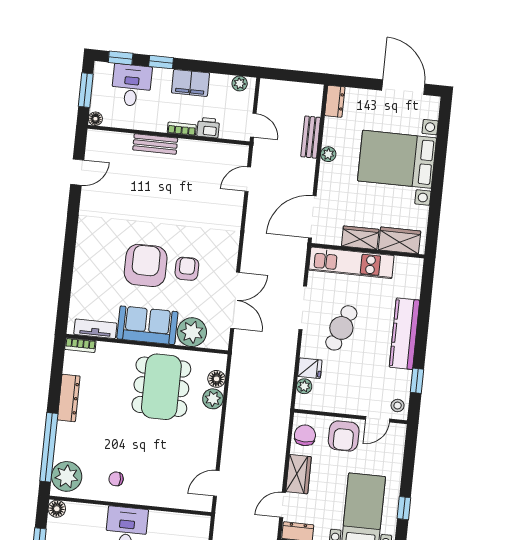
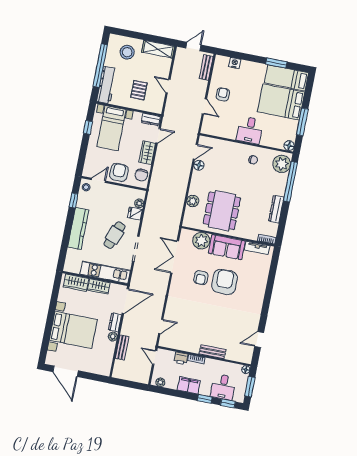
dresser: (335, 101) -> (115, 322), moved
armchair: (146, 265) -> (225, 282), turned 180
floor lamp: (217, 379) -> (199, 165), moved

